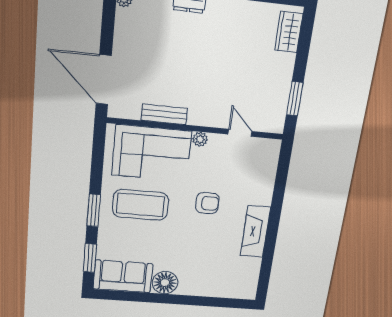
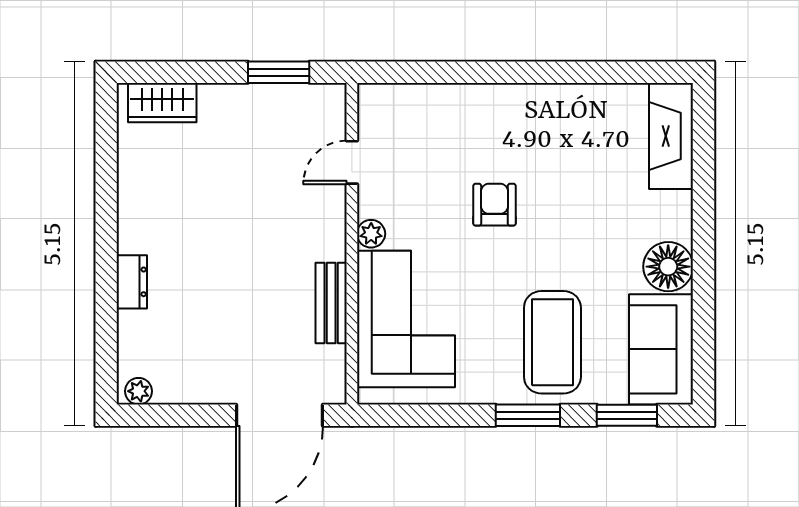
coffee table: (141, 205) -> (552, 342), moved
fireplace: (255, 232) -> (671, 136), moved, turned 90

